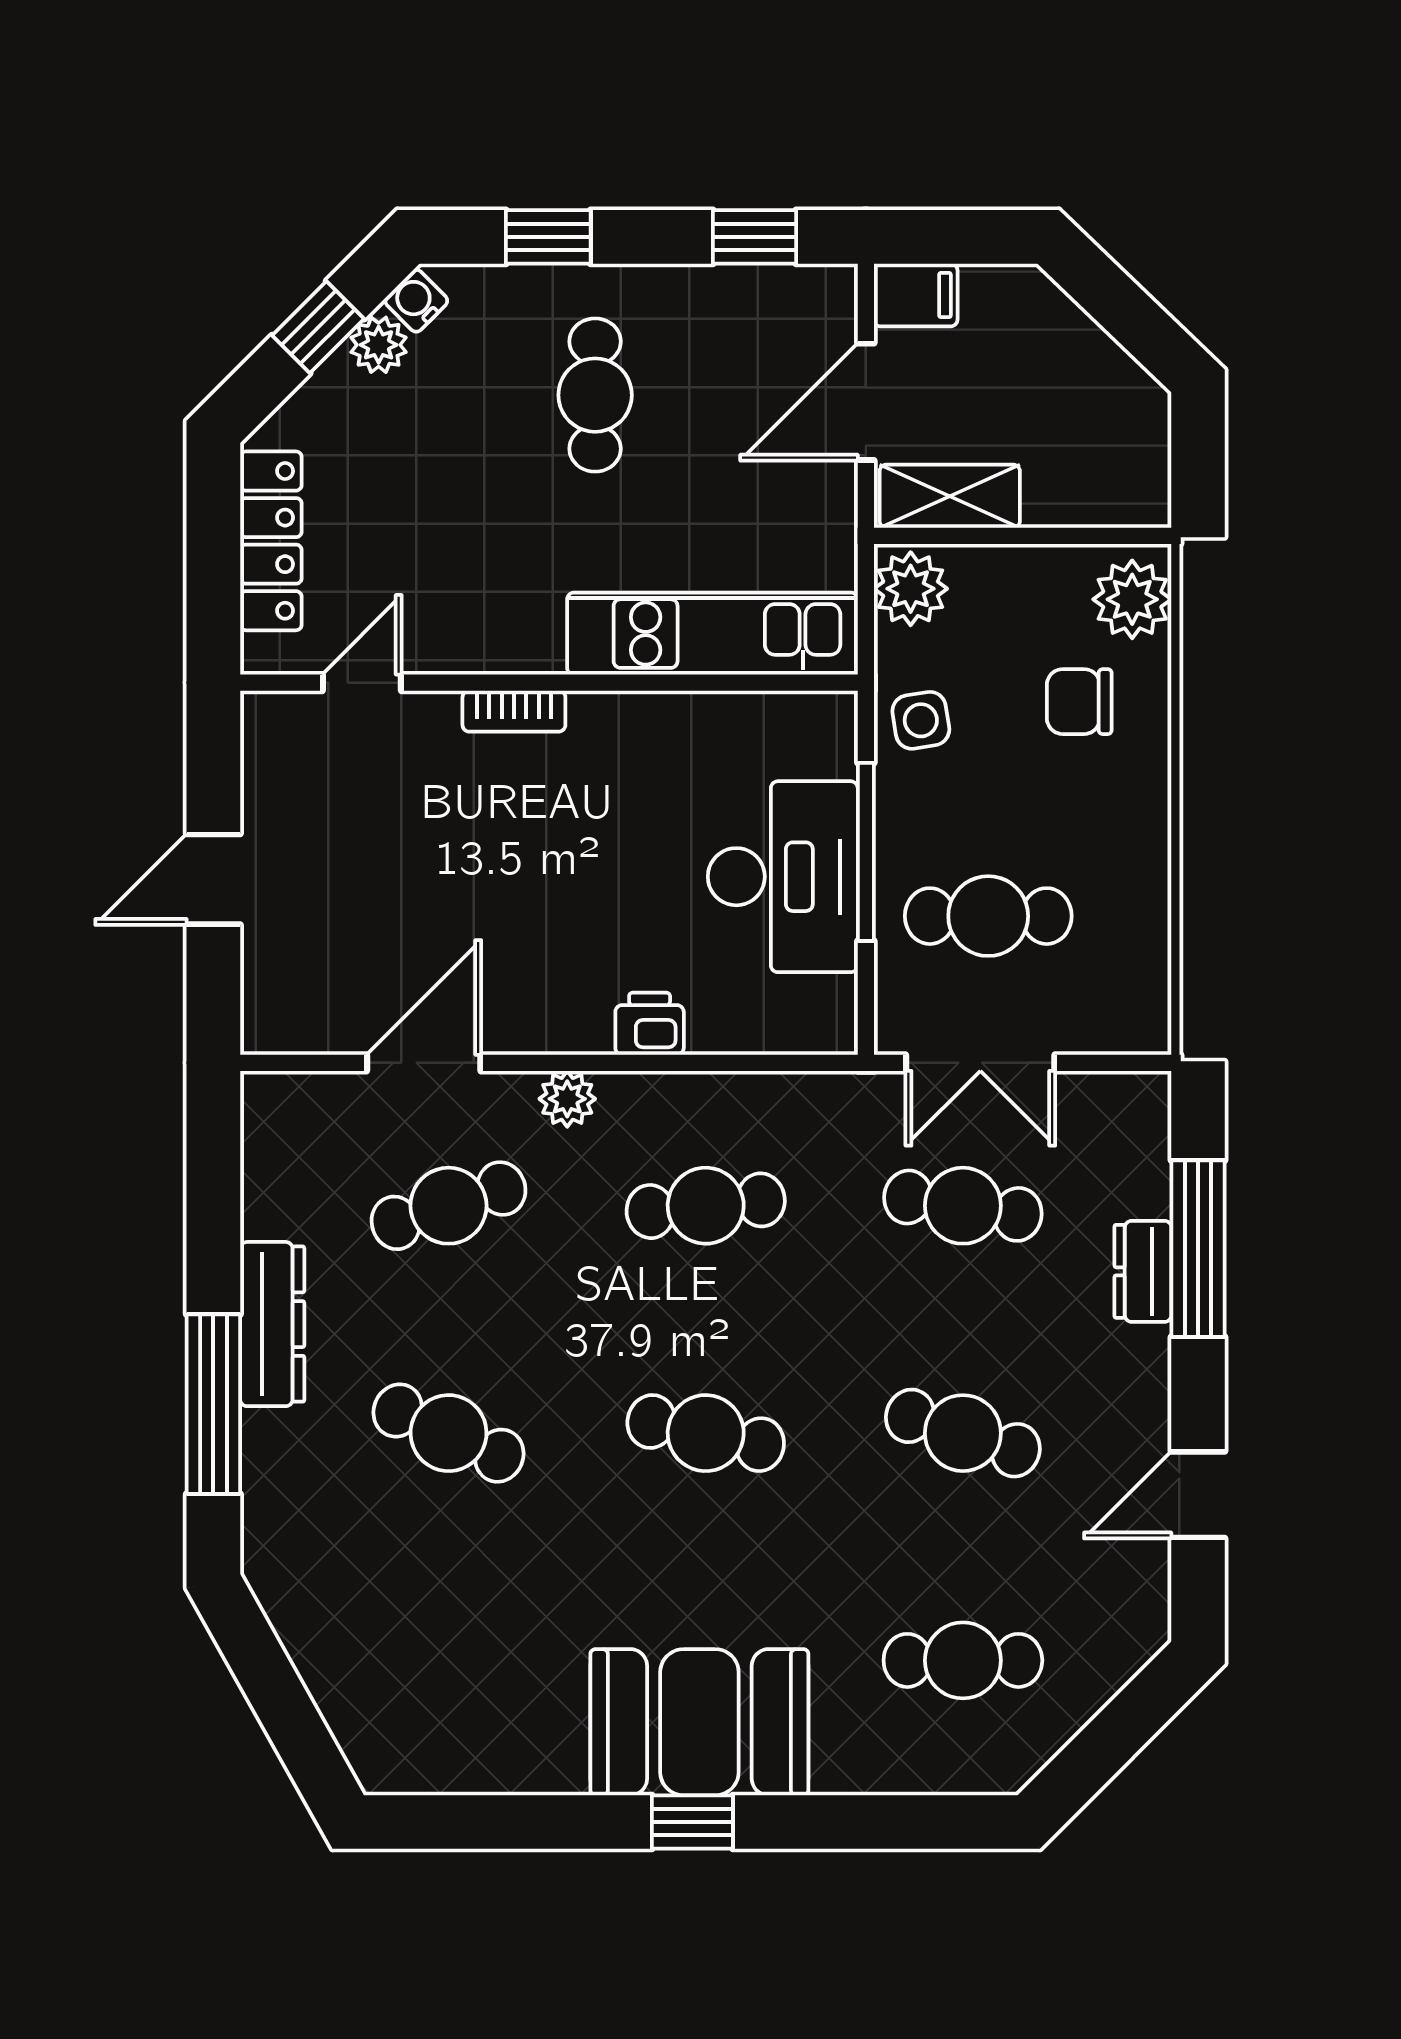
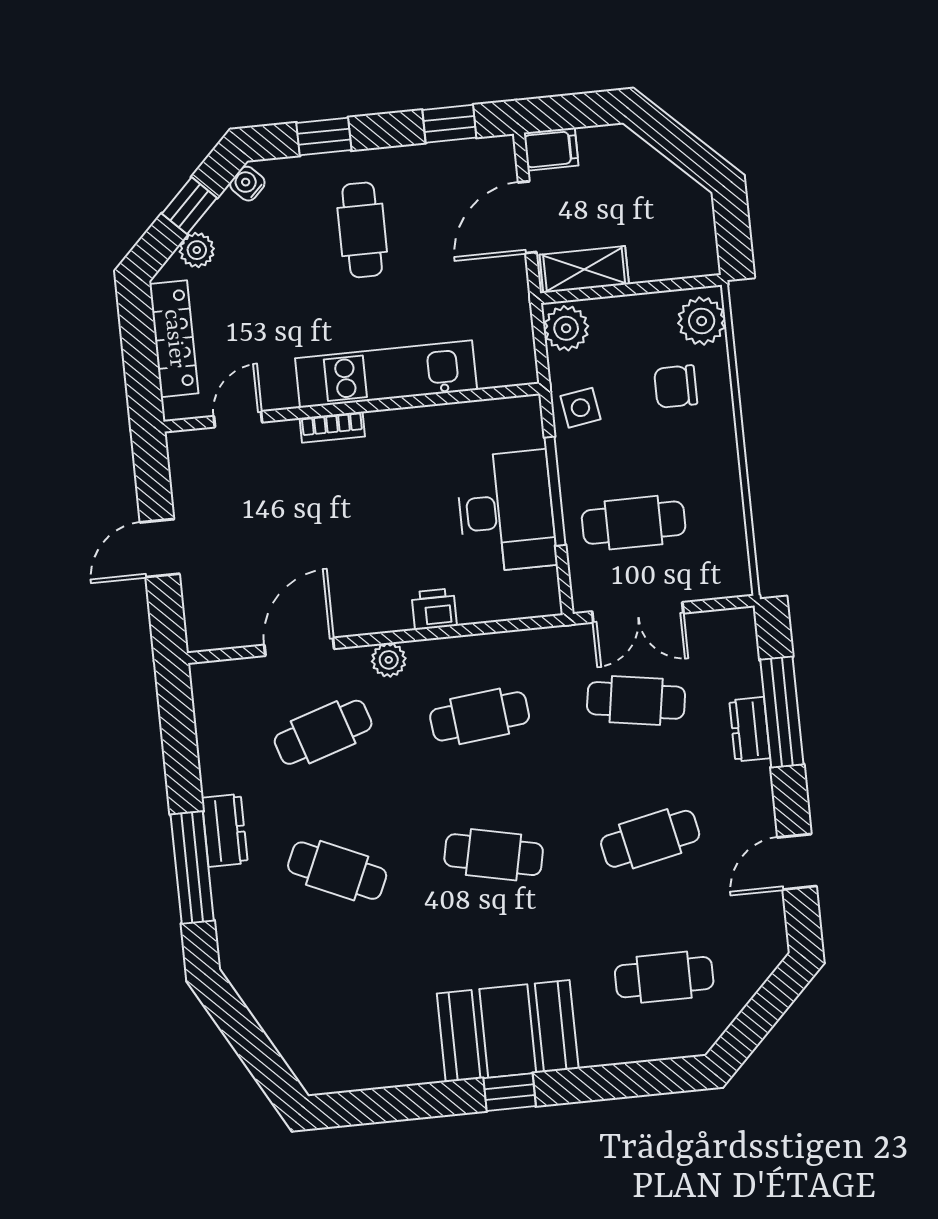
plant: (379, 345) -> (197, 250), moved
kitchen unit: (712, 634) -> (386, 374), moved
dresser: (272, 1324) -> (225, 830), width x0.70
cafe table: (963, 1433) -> (650, 839), turned -30

